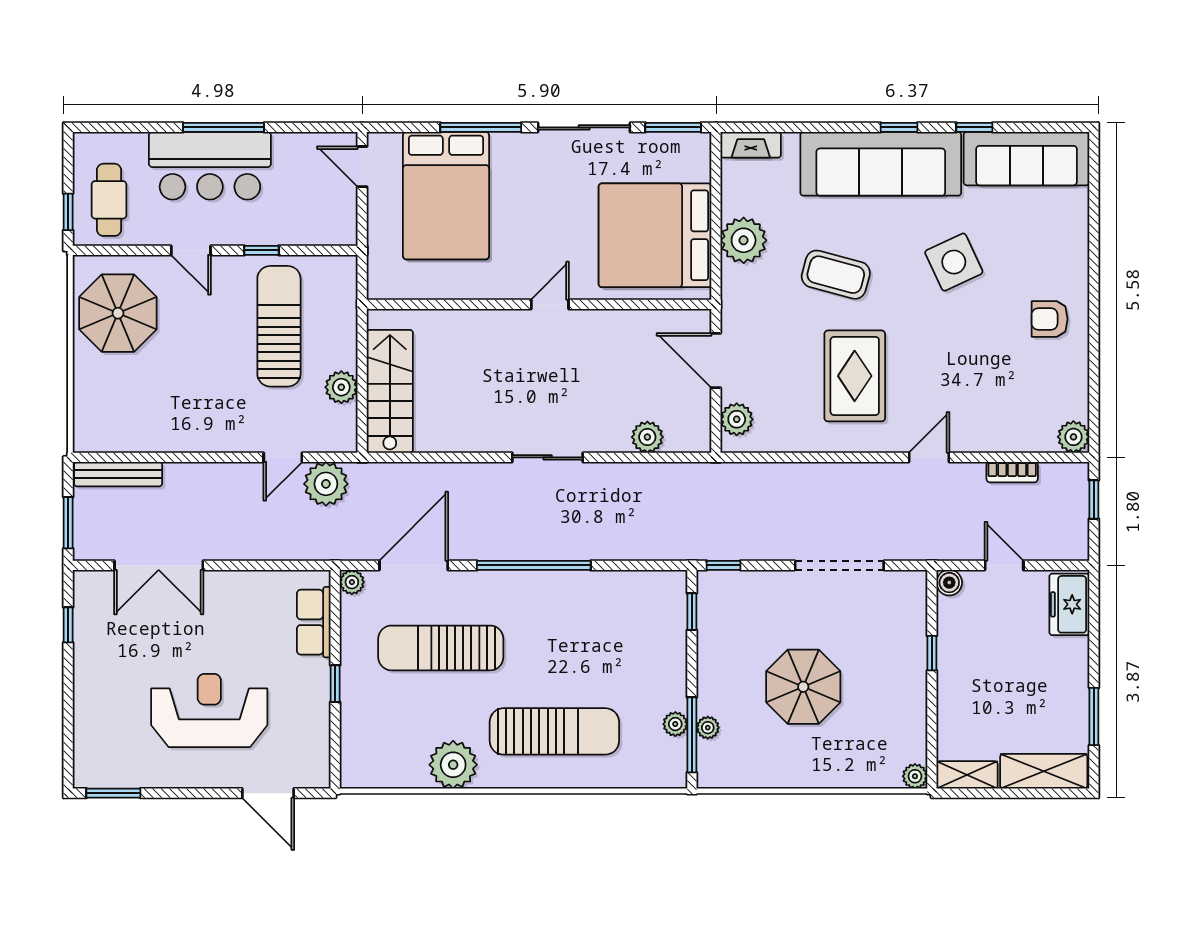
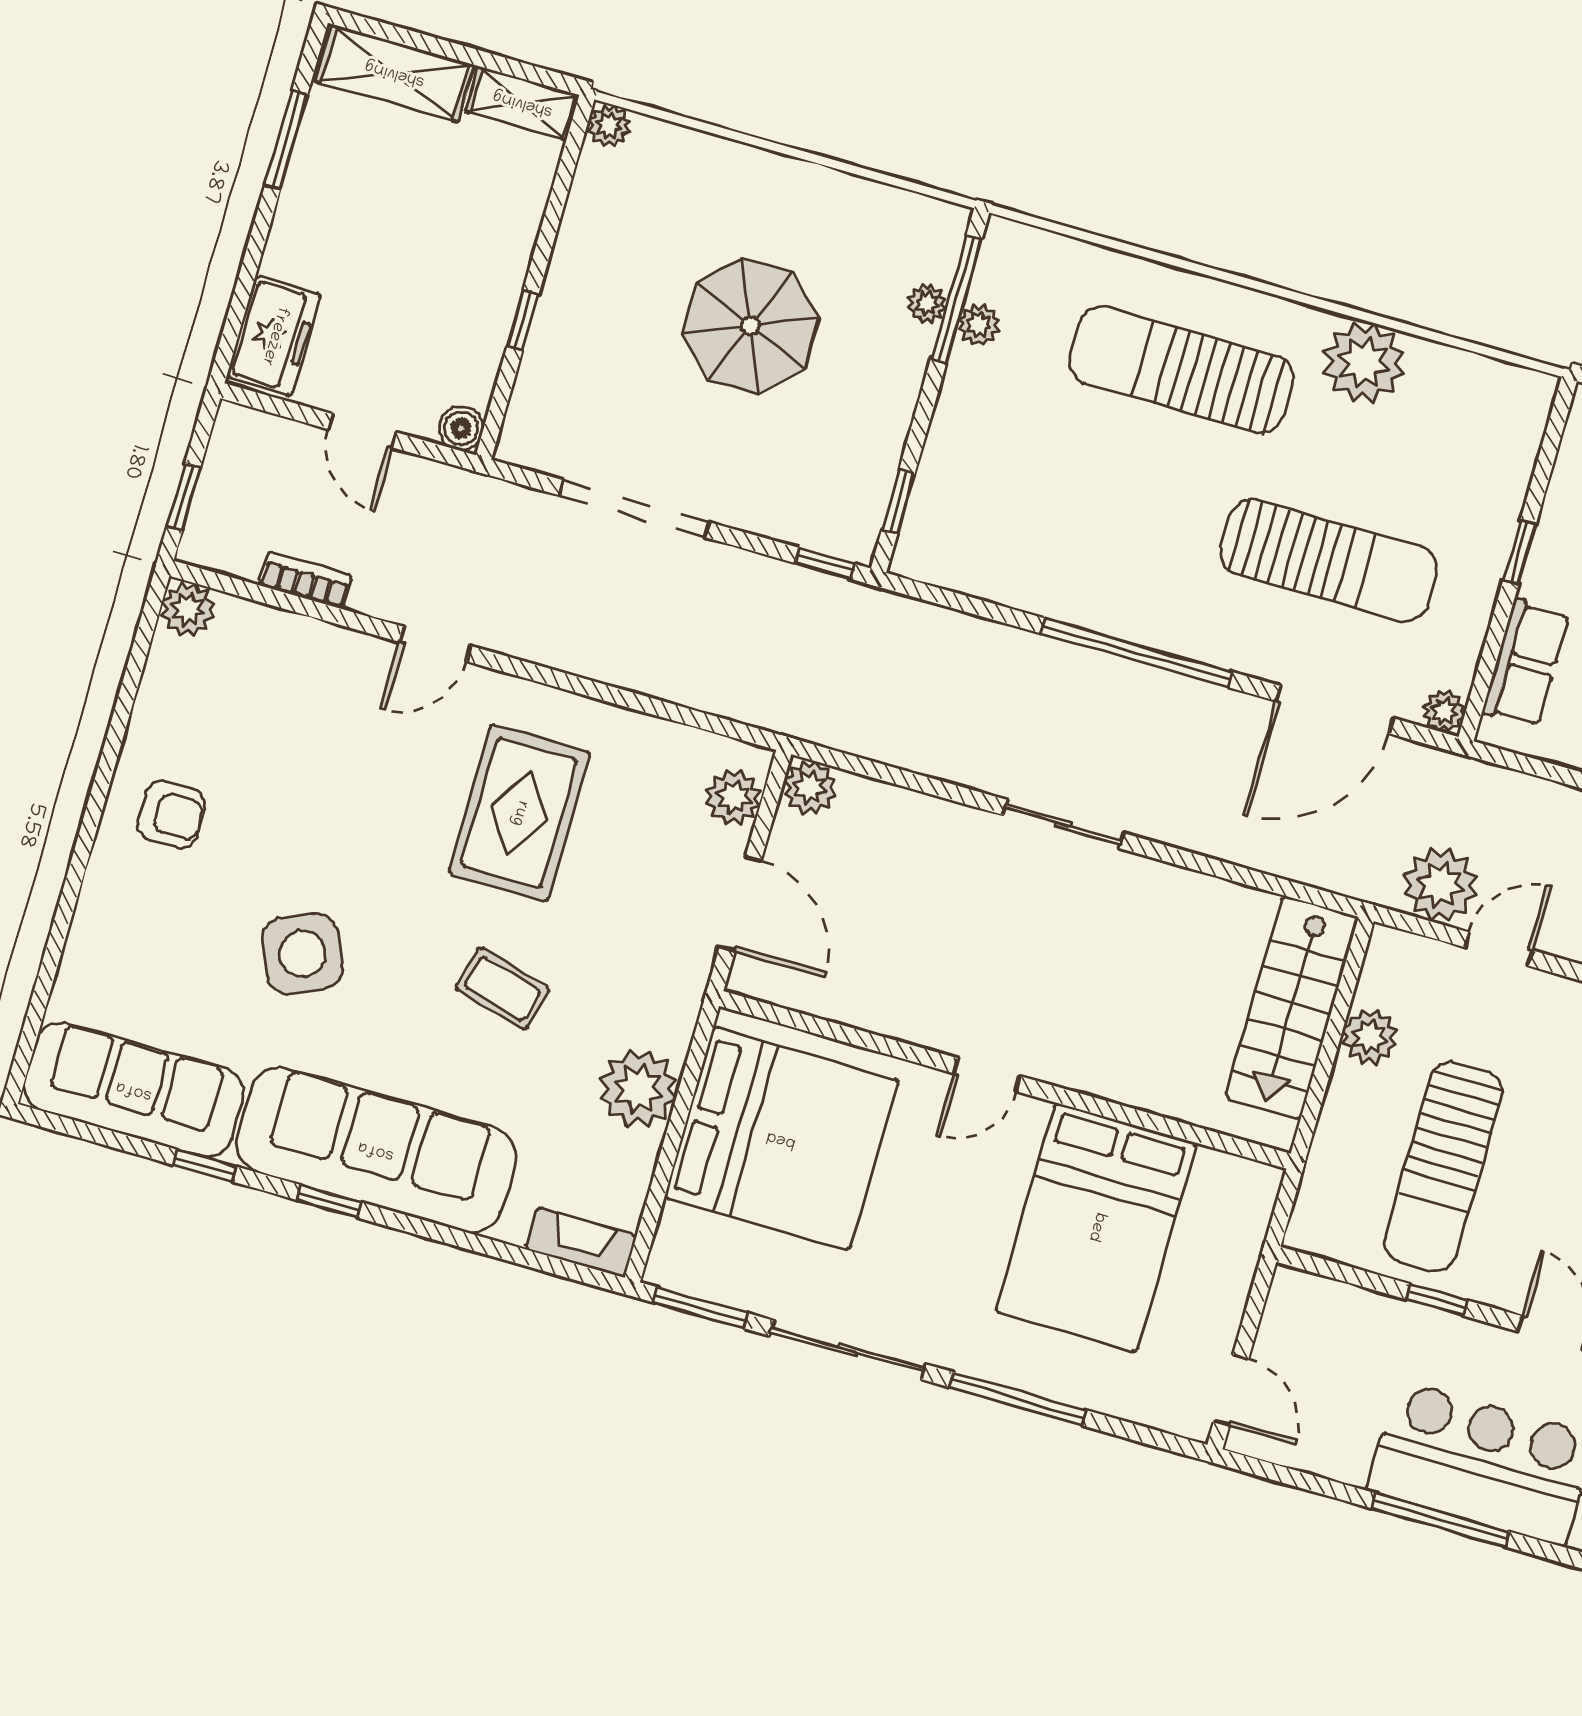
bed: (446, 196) -> (1096, 1227), moved, turned 180
coffee table: (836, 275) -> (502, 989), width x0.73, depth x0.77
plant: (647, 437) -> (810, 787), moved

